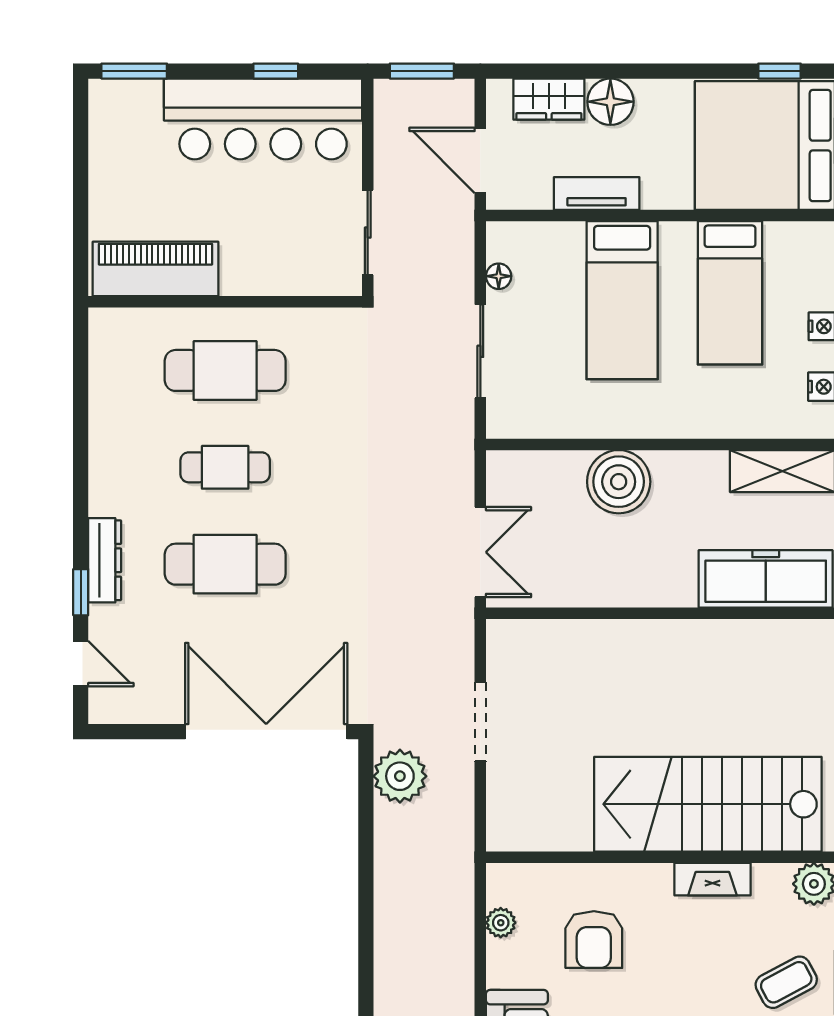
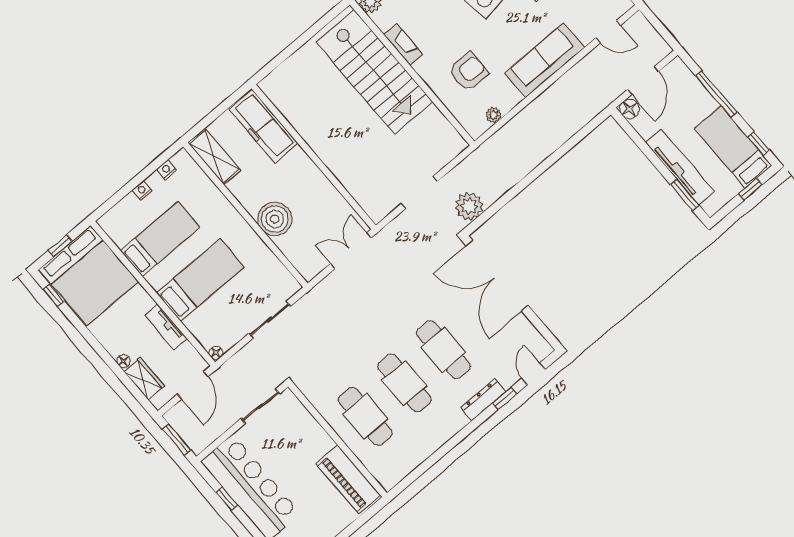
floor lamp: (610, 102) -> (123, 361), width x0.53, depth x0.53
floor lamp: (499, 276) -> (216, 353), moved
cafe table: (225, 467) -> (404, 383), width x1.37, depth x1.35

